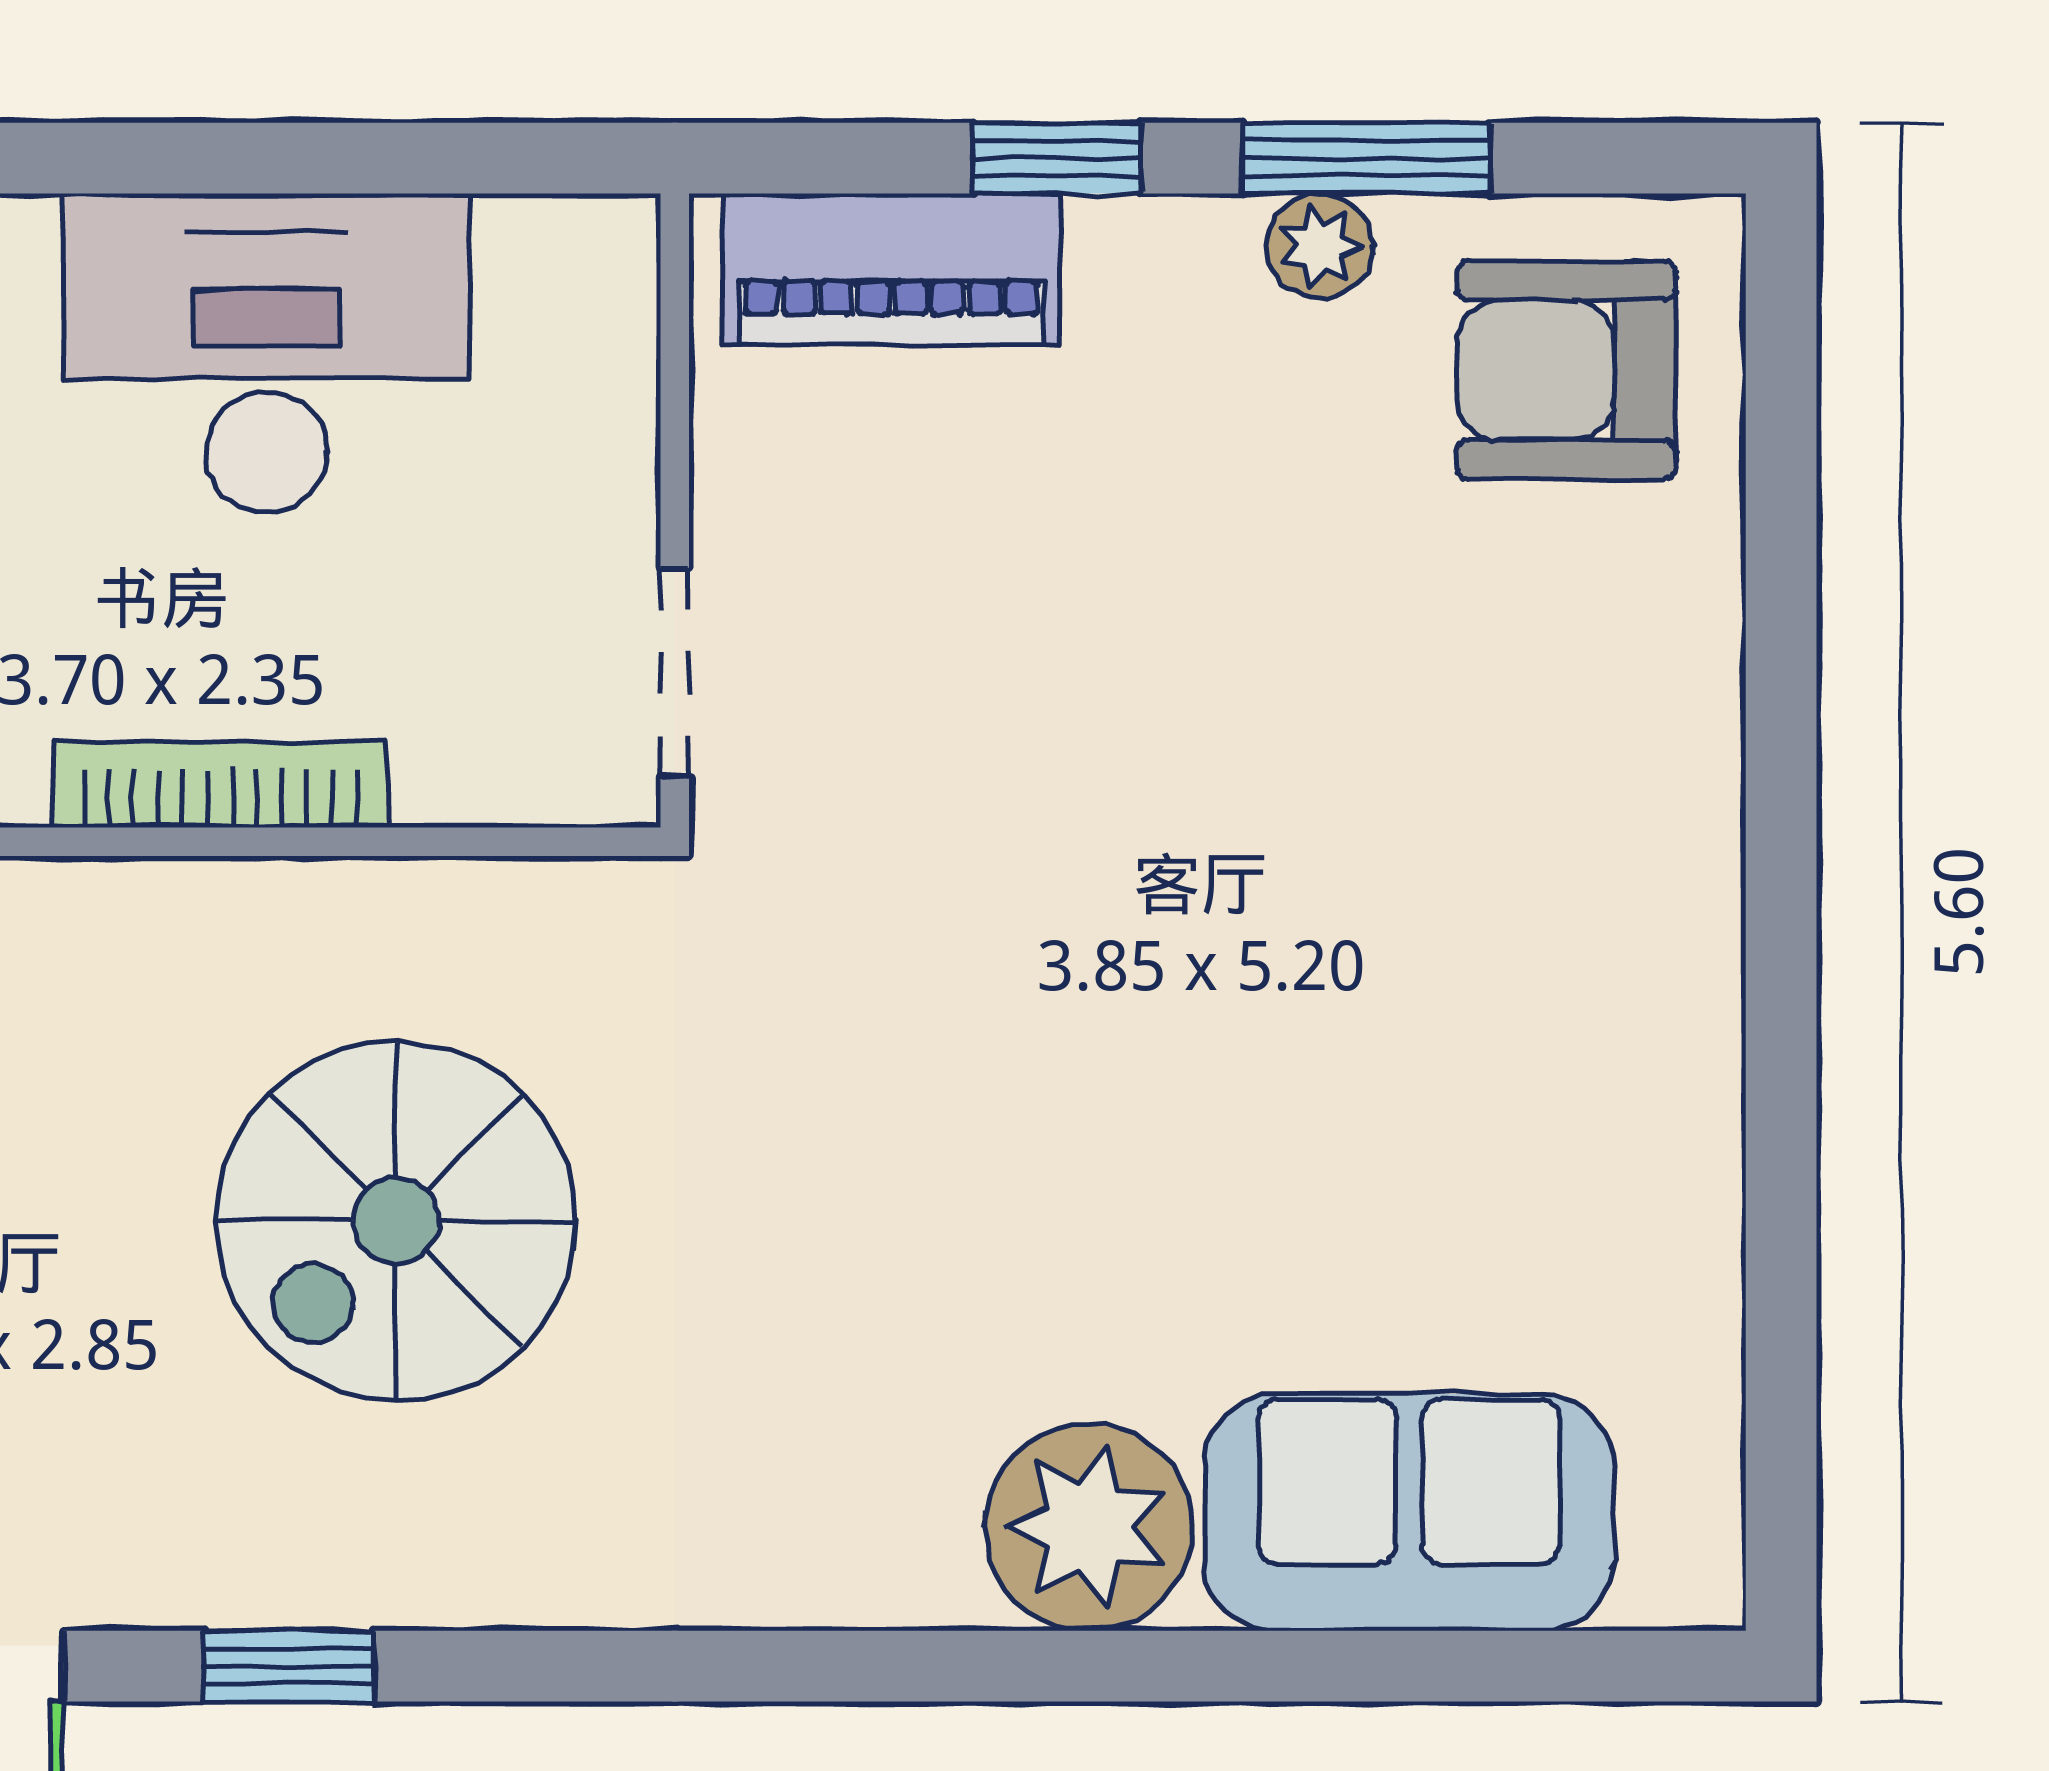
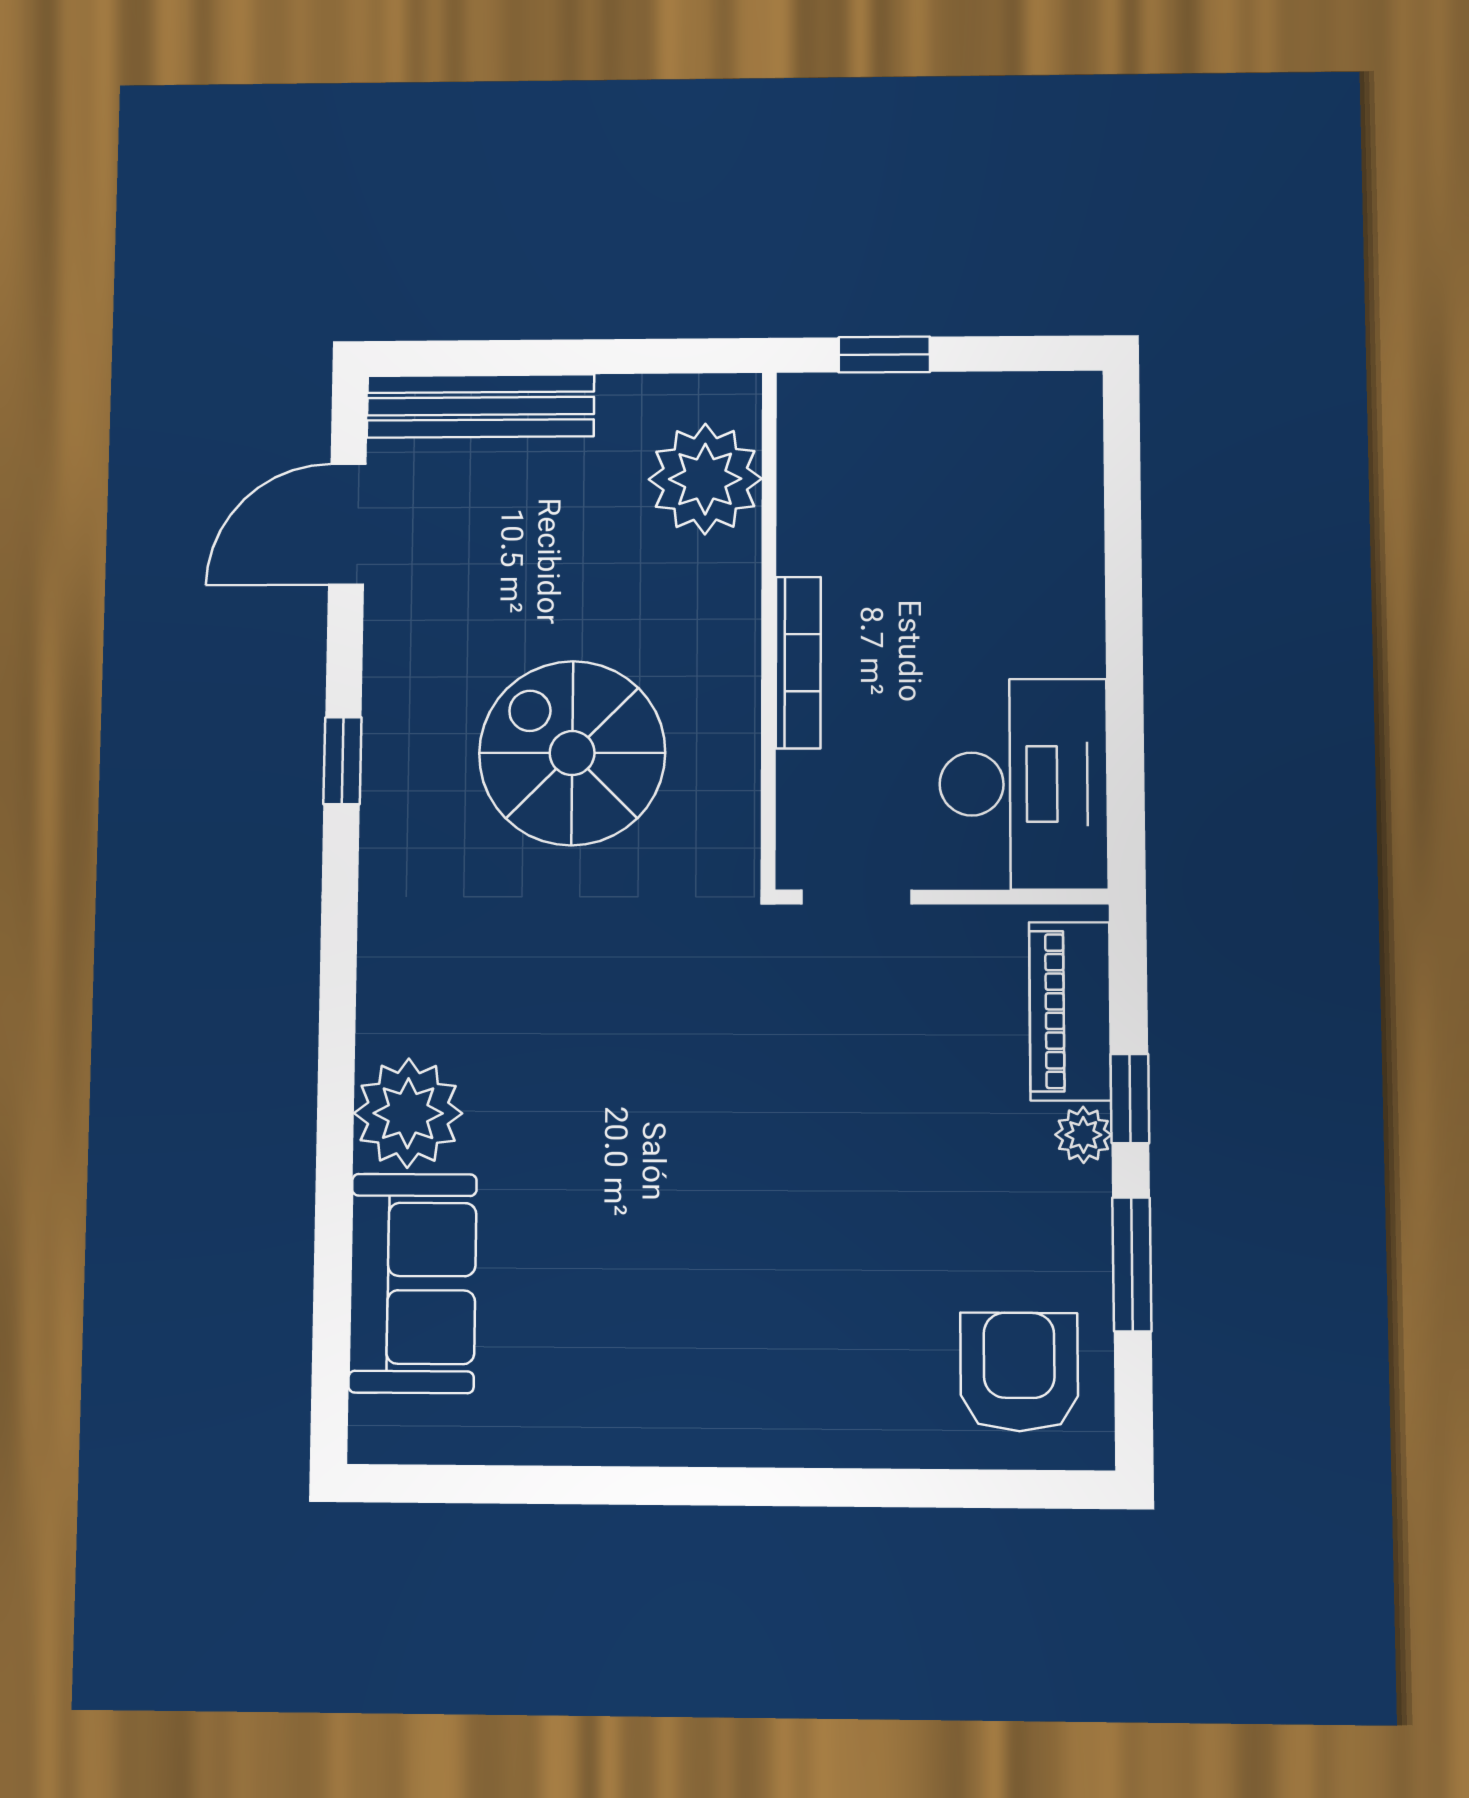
plant: (1320, 246) -> (1083, 1135), moved
desk: (267, 353) -> (1024, 784), moved
window: (289, 1666) -> (342, 761), moved

